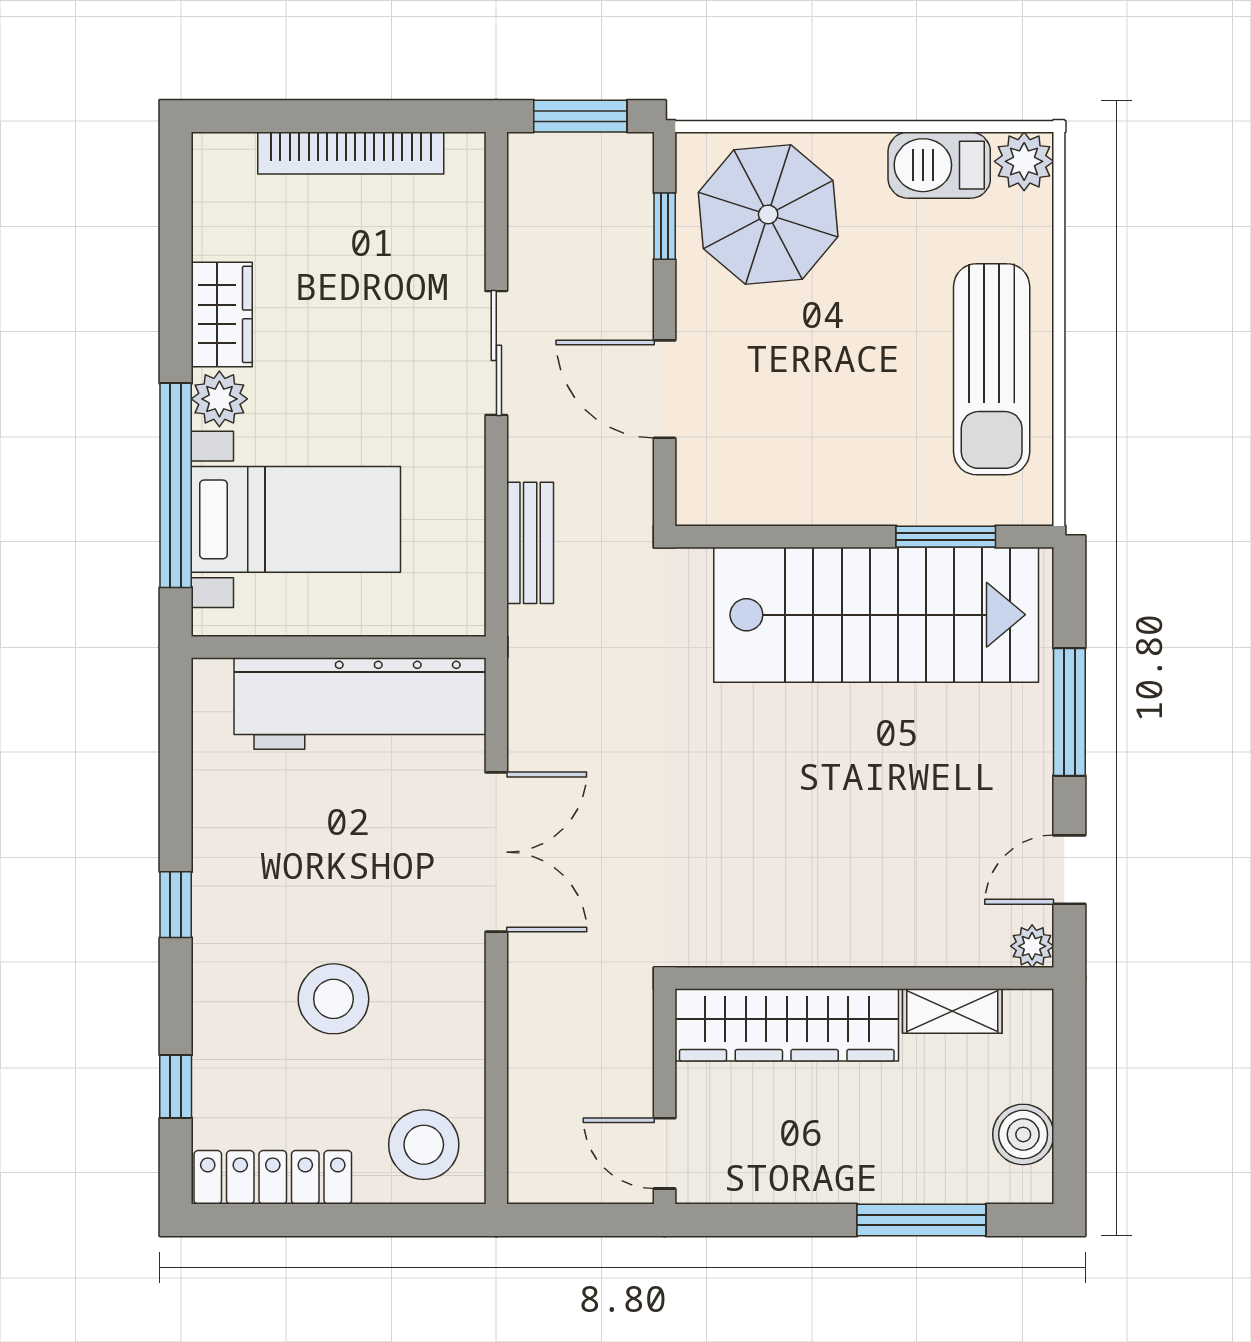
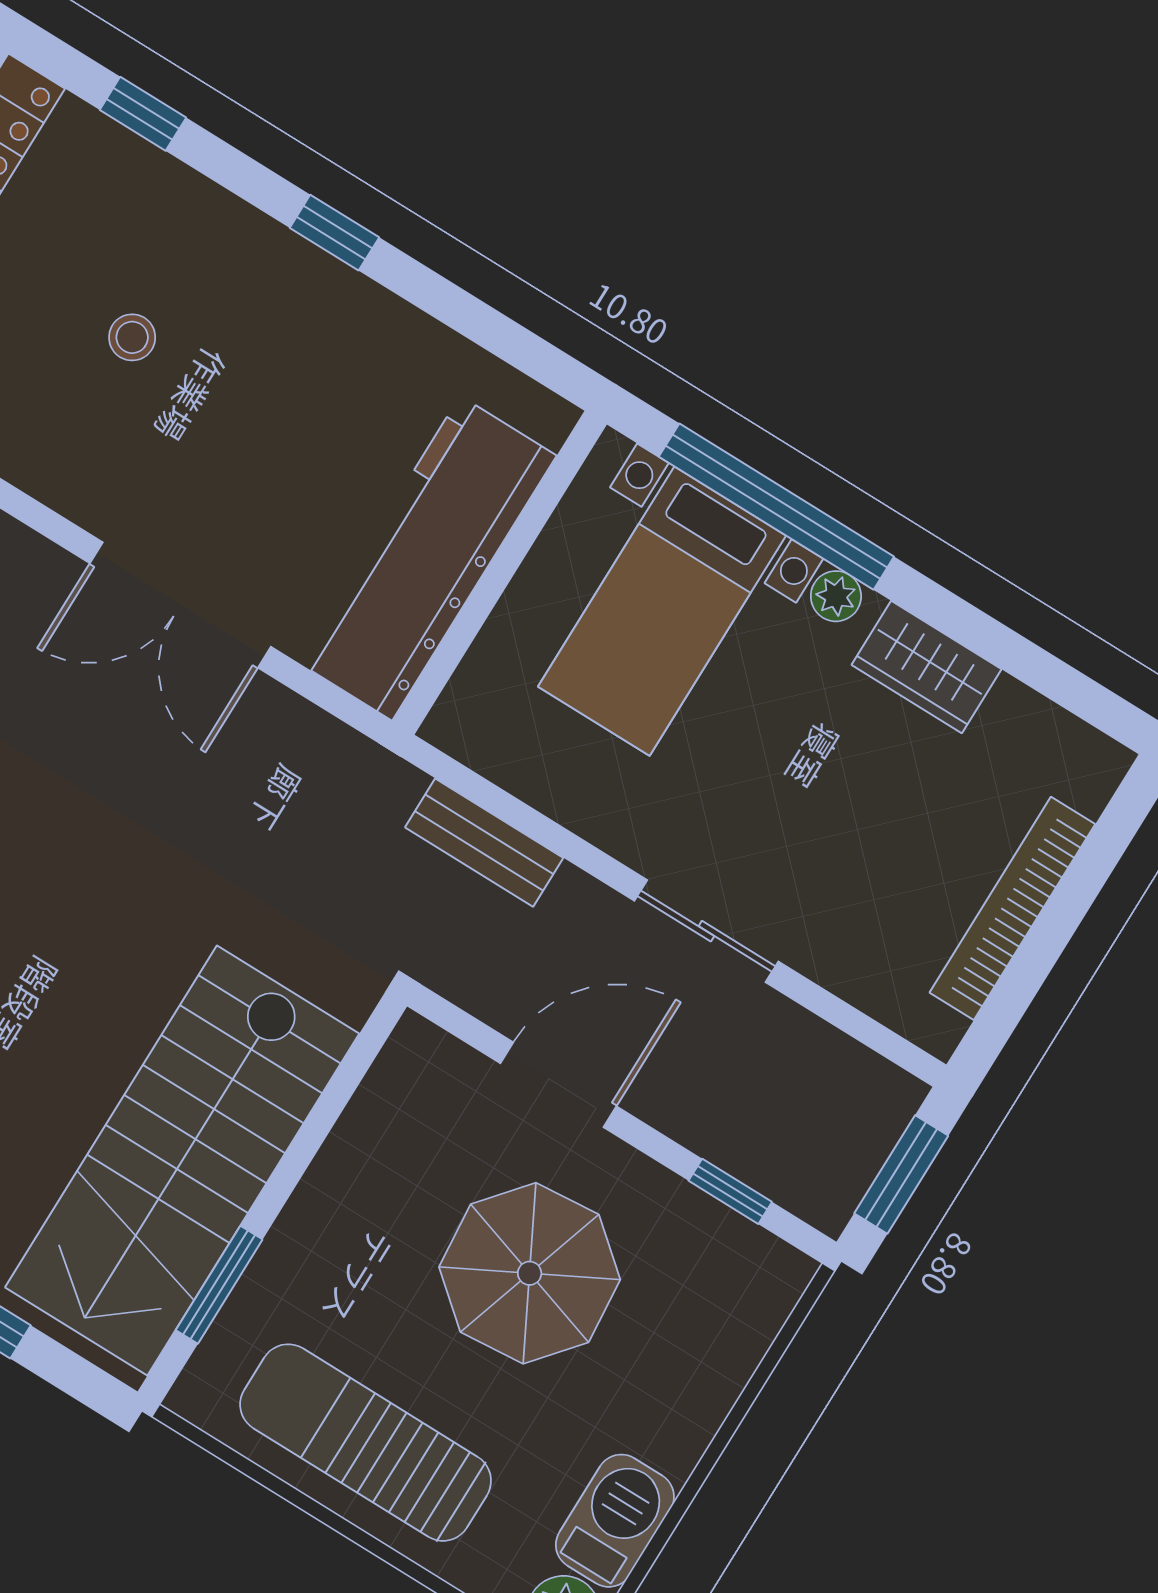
parasol: (768, 214) -> (530, 1273), moved
plant: (219, 399) -> (836, 596), width x0.73, depth x0.73
stool: (333, 999) -> (132, 337), width x0.53, depth x0.53

